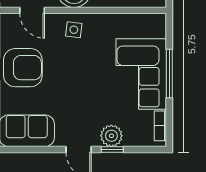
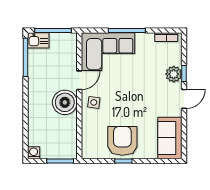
door: (32, 10) -> (79, 80), moved
corner sofa: (141, 74) -> (108, 52), moved

